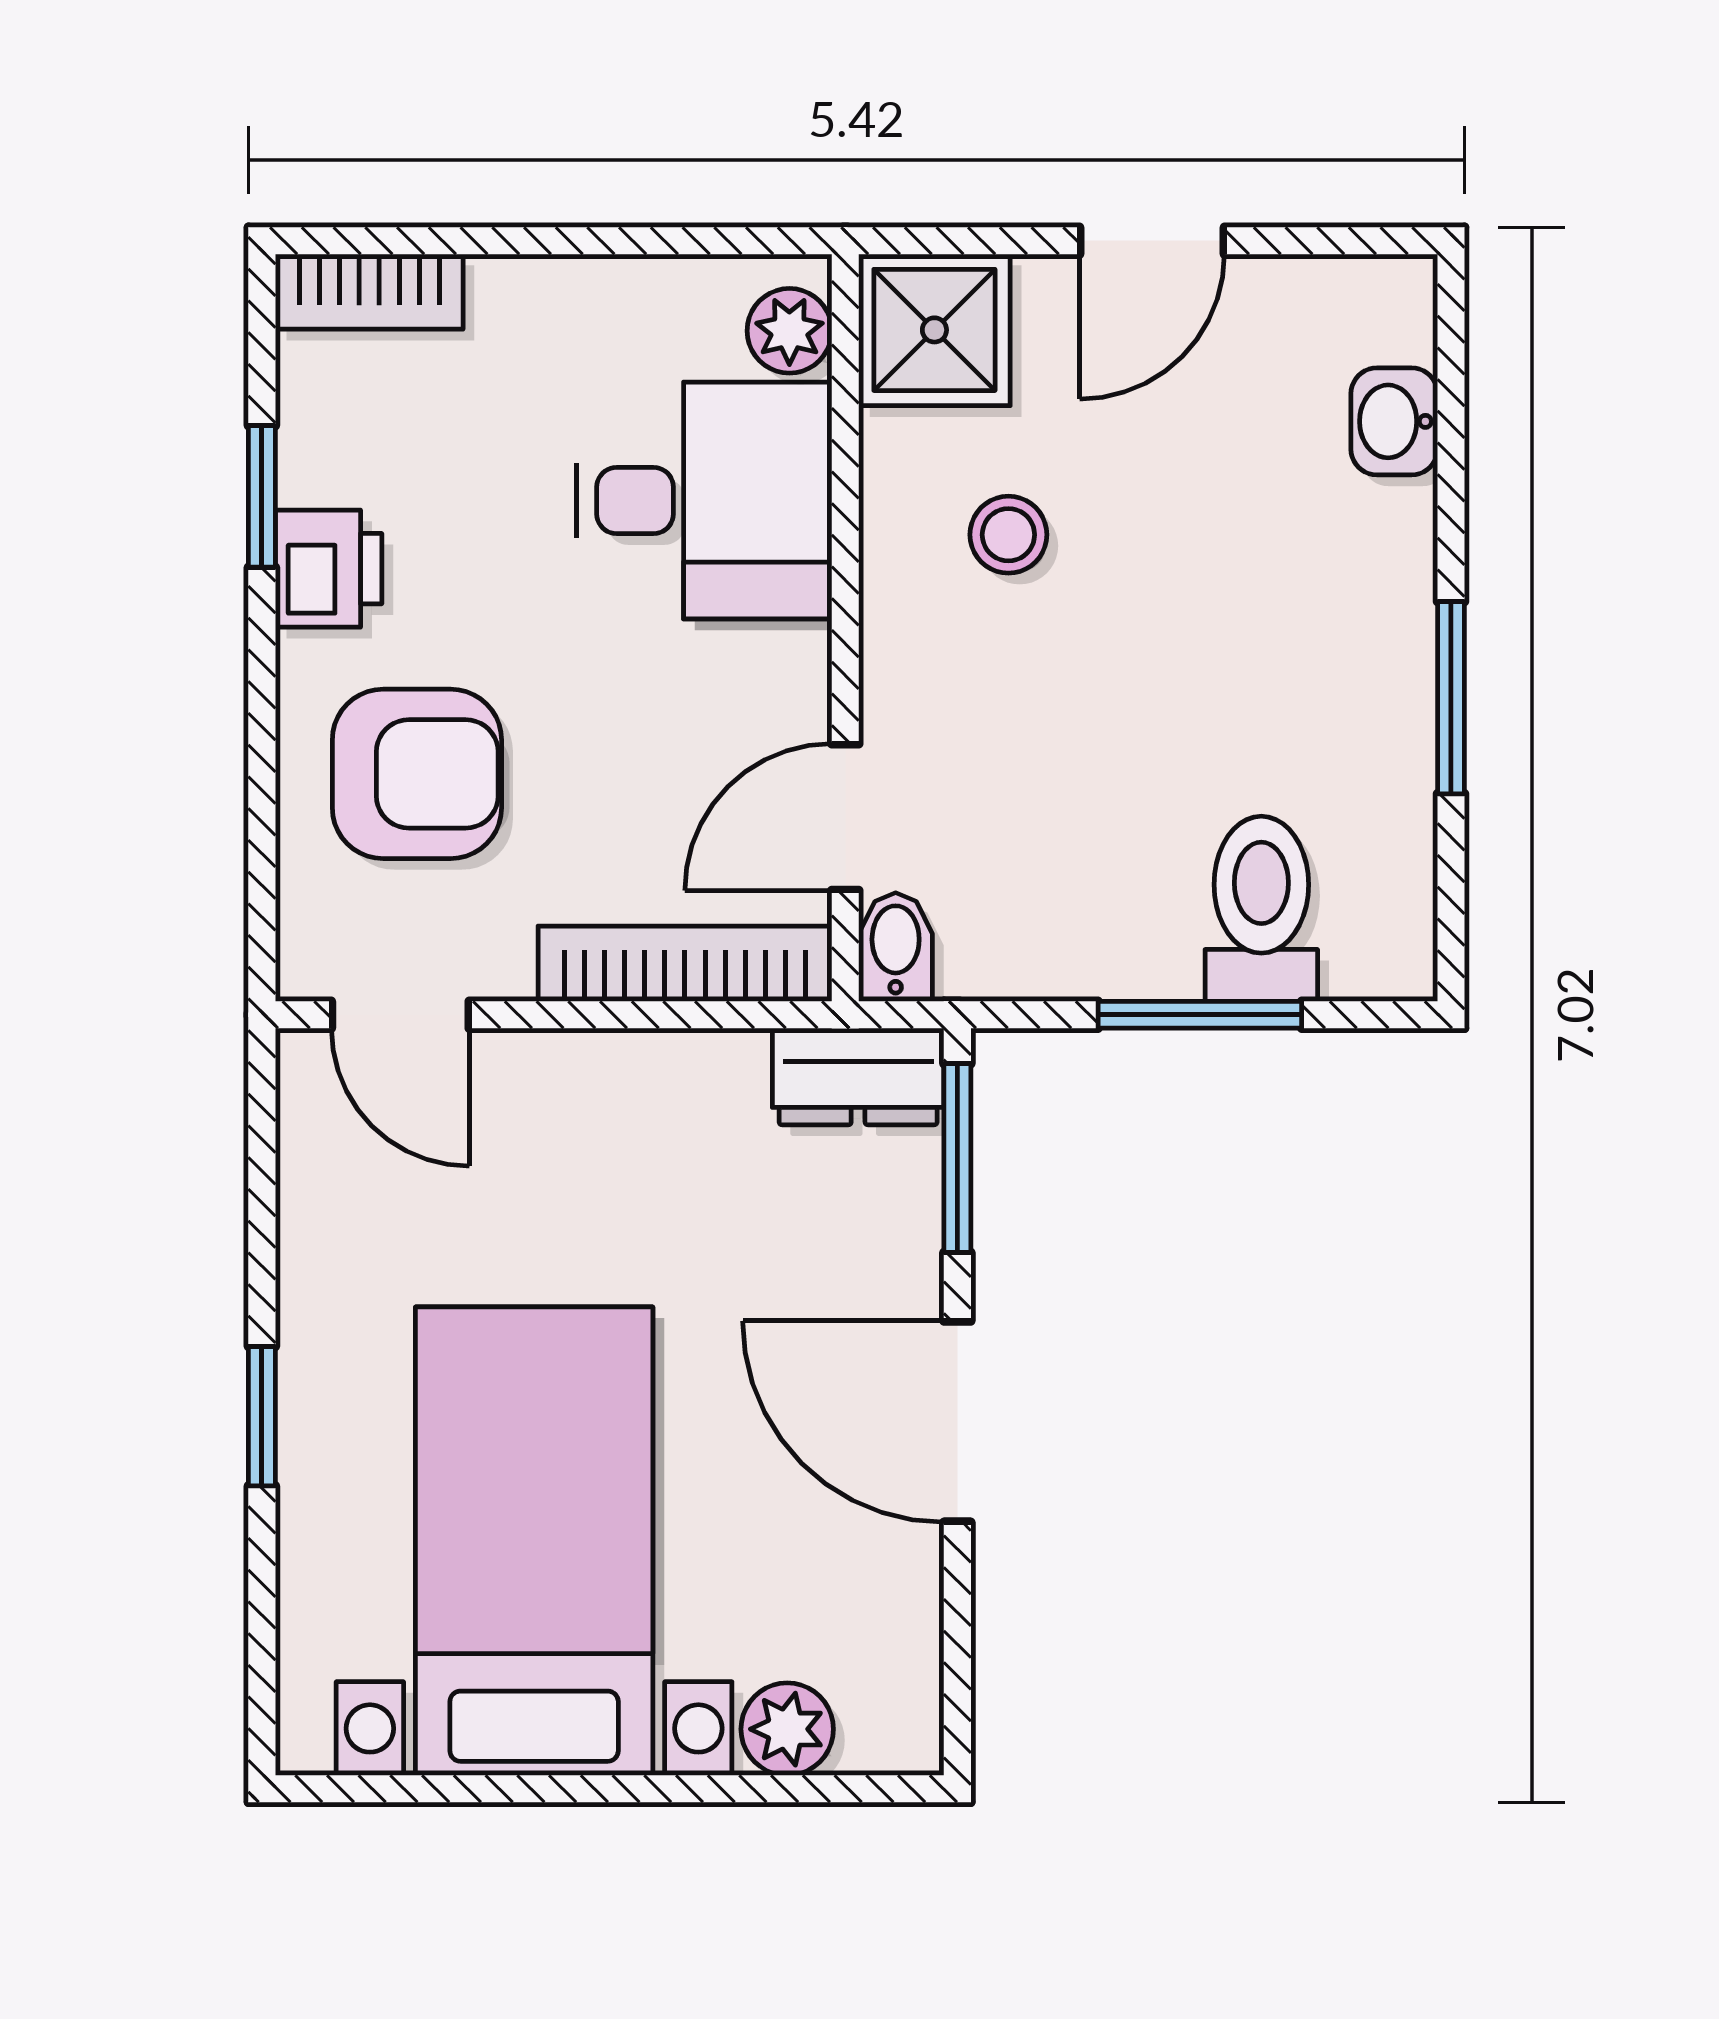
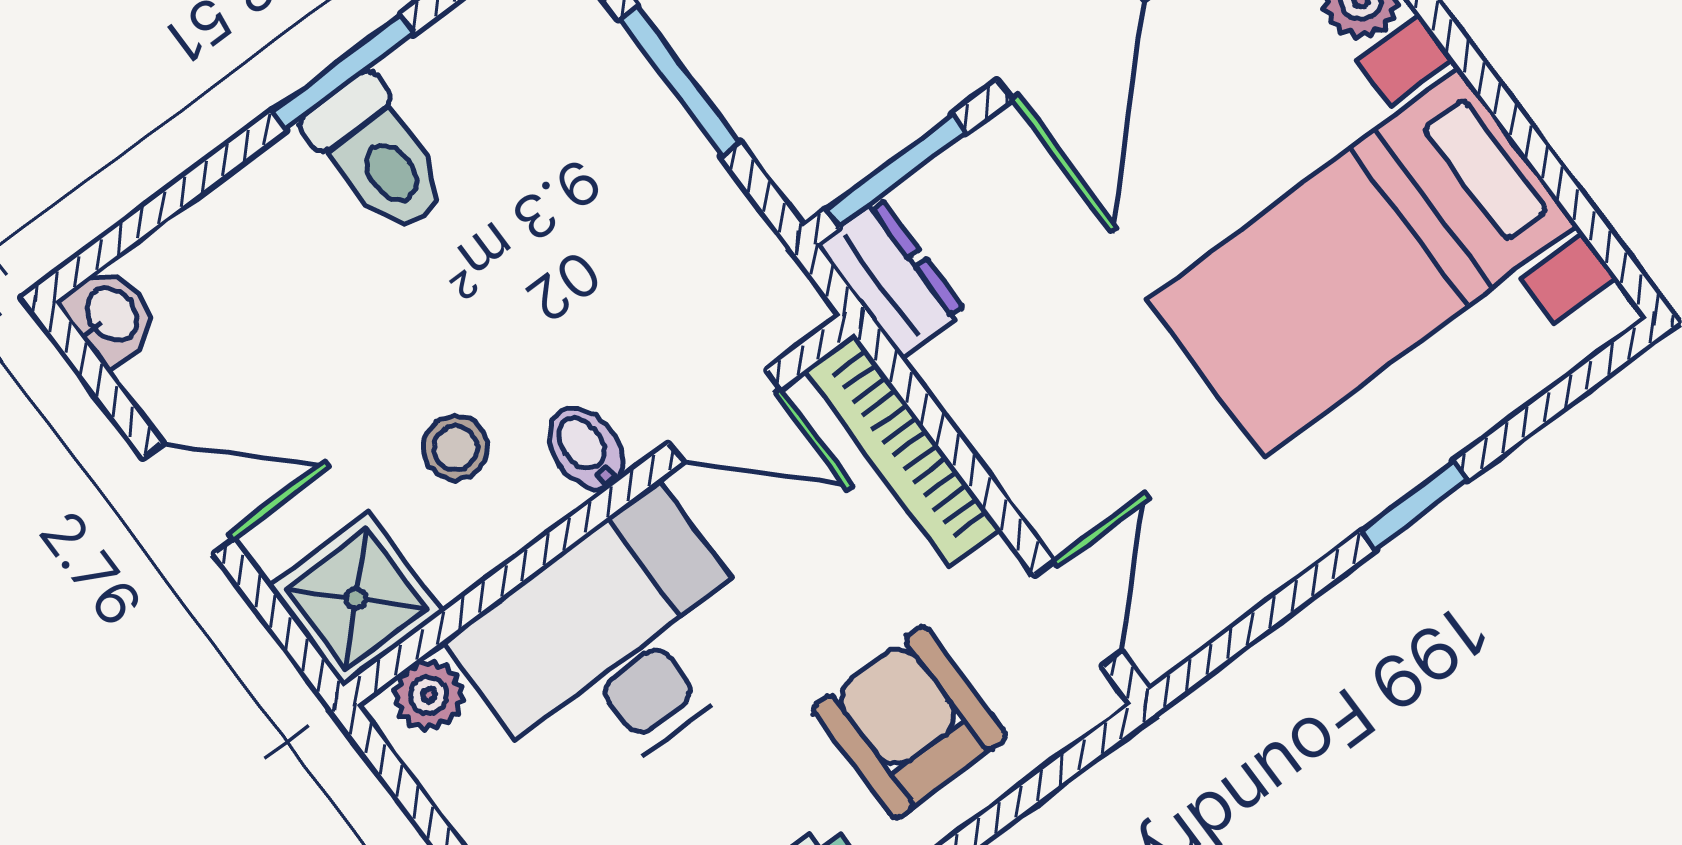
washbasin: (1394, 421) -> (110, 316), moved, turned -90
desk: (704, 501) -> (614, 645), width x1.37
toilet: (1261, 909) -> (378, 156), moved, turned -90
bidet: (896, 947) -> (586, 449), moved, turned 90

